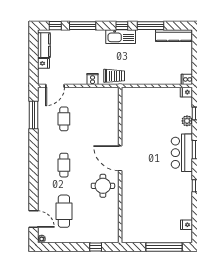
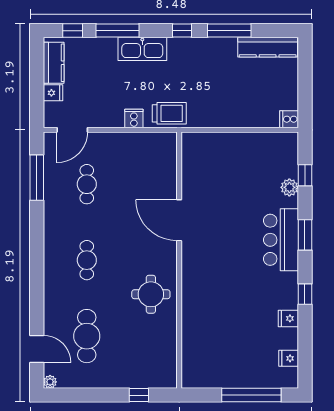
kitchen sink: (121, 37) -> (142, 49), moved
fridge: (186, 92) -> (288, 318), moved
door: (120, 158) -> (179, 220), moved

